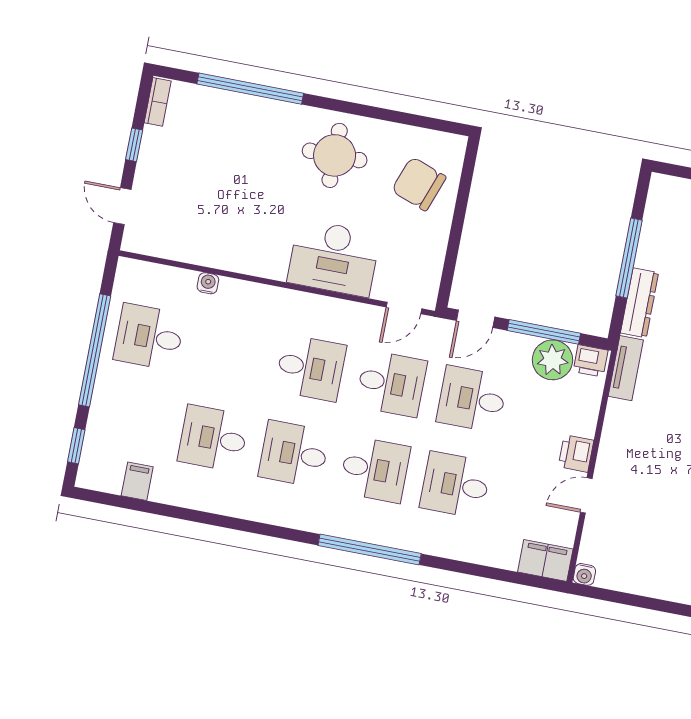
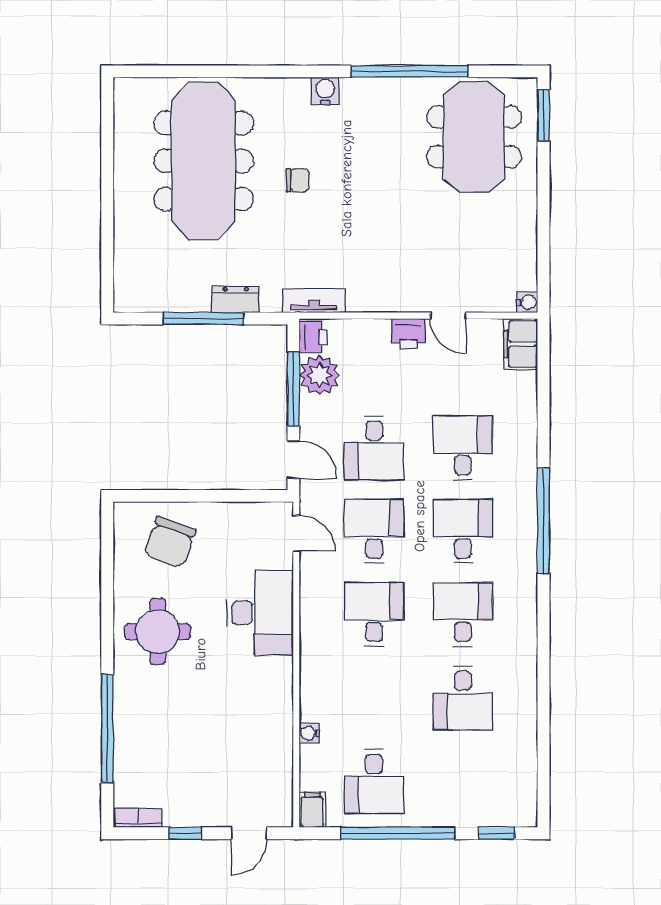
dresser: (640, 303) -> (236, 299), width x0.70
desk: (294, 454) -> (463, 615), turned 180
filing cabinet: (137, 481) -> (312, 810), moved, turned 90
desk: (455, 485) -> (463, 448), turned 180

